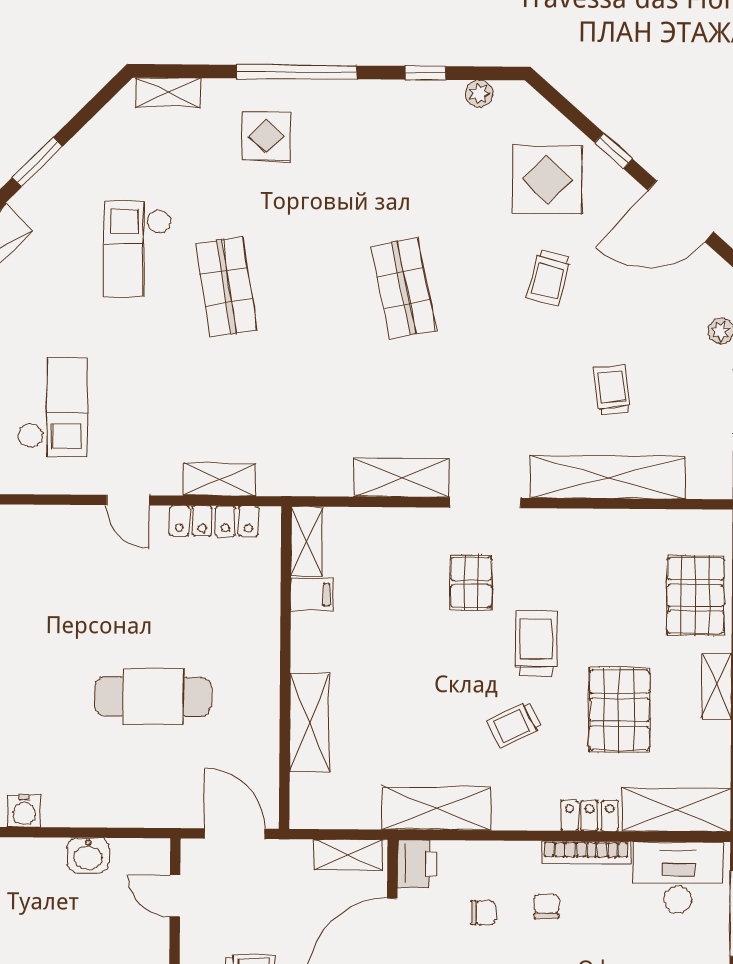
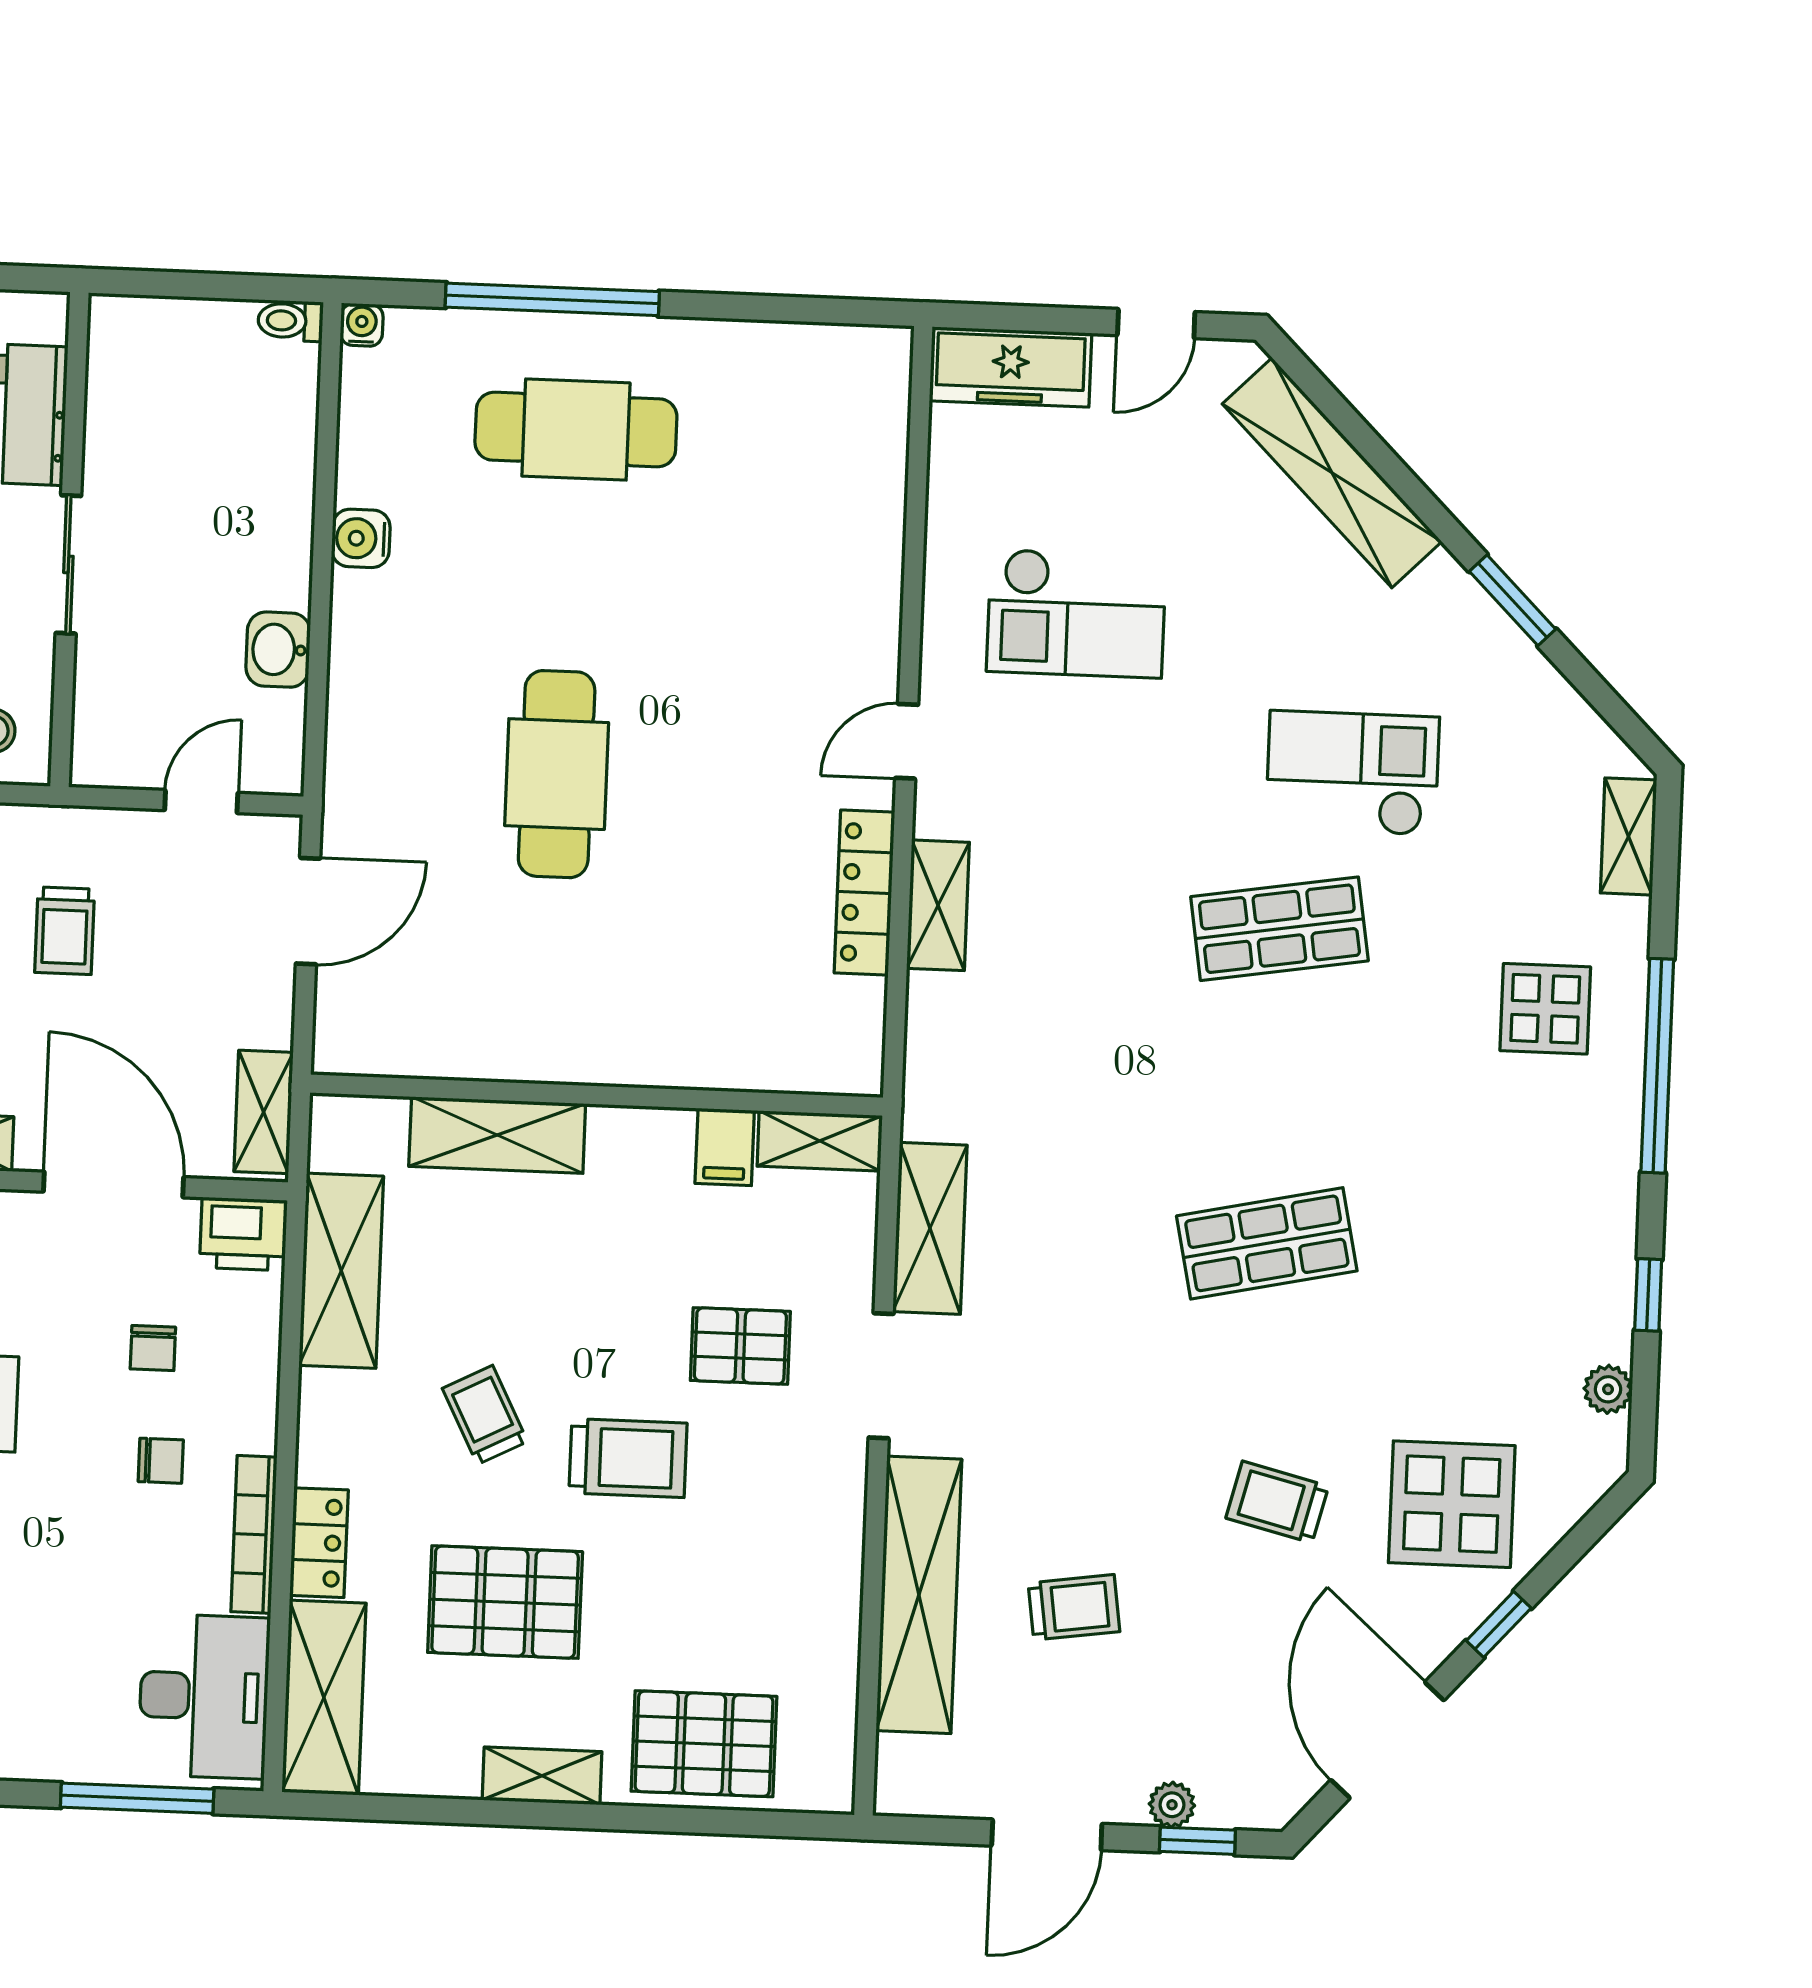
shelving: (307, 541) -> (820, 1141), moved
filing cabinet: (312, 595) -> (725, 1147), moved
wall: (285, 668) -> (597, 1095), moved
shelving: (310, 723) -> (497, 1135), moved

